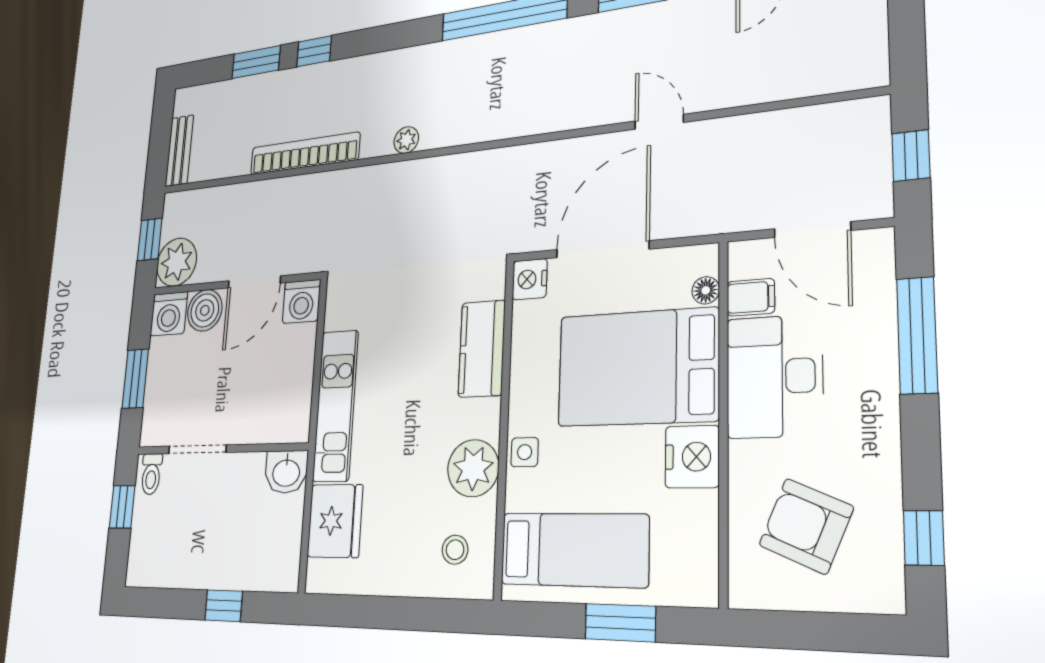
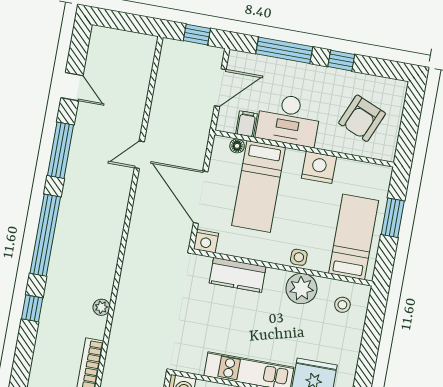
window: (314, 51) -> (32, 308), moved
bed: (637, 367) -> (259, 187), width x0.67
window: (924, 538) -> (341, 61), moved

